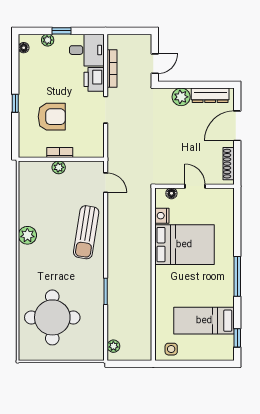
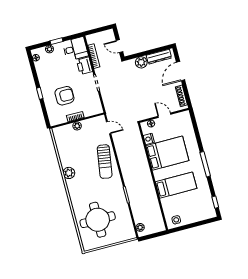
door: (155, 64) -> (120, 46), swing flipped
bed: (204, 321) -> (176, 185), moved, turned 180

